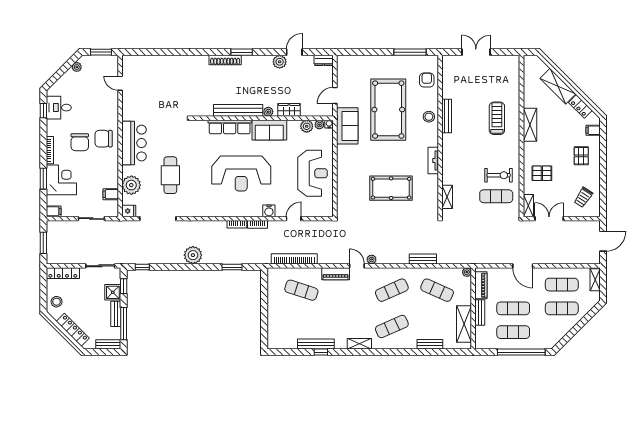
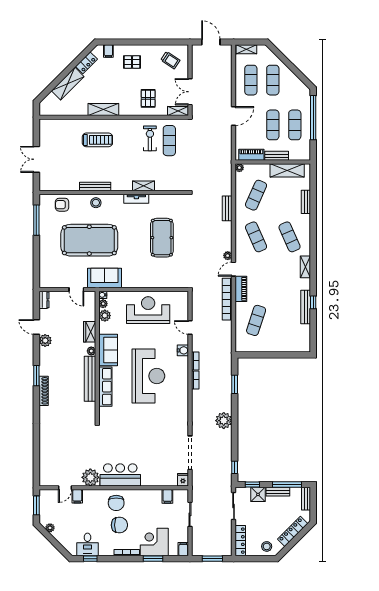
filing cabinet: (111, 96) -> (77, 496), added
treadmill: (497, 118) -> (97, 140), turned 180
cafe table: (170, 175) -> (150, 441), removed
plant: (131, 185) -> (90, 477), moved
shelving: (447, 197) -> (143, 186), moved
bookcase: (294, 259) -> (227, 299), moved

